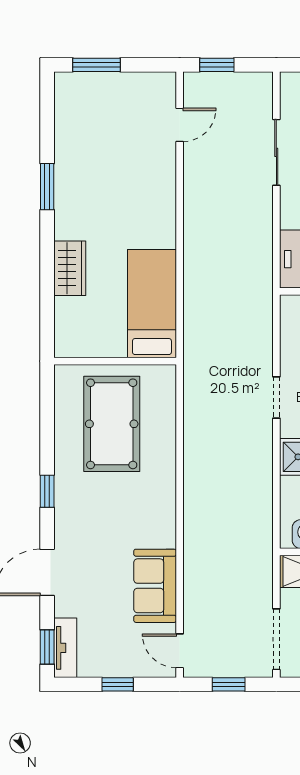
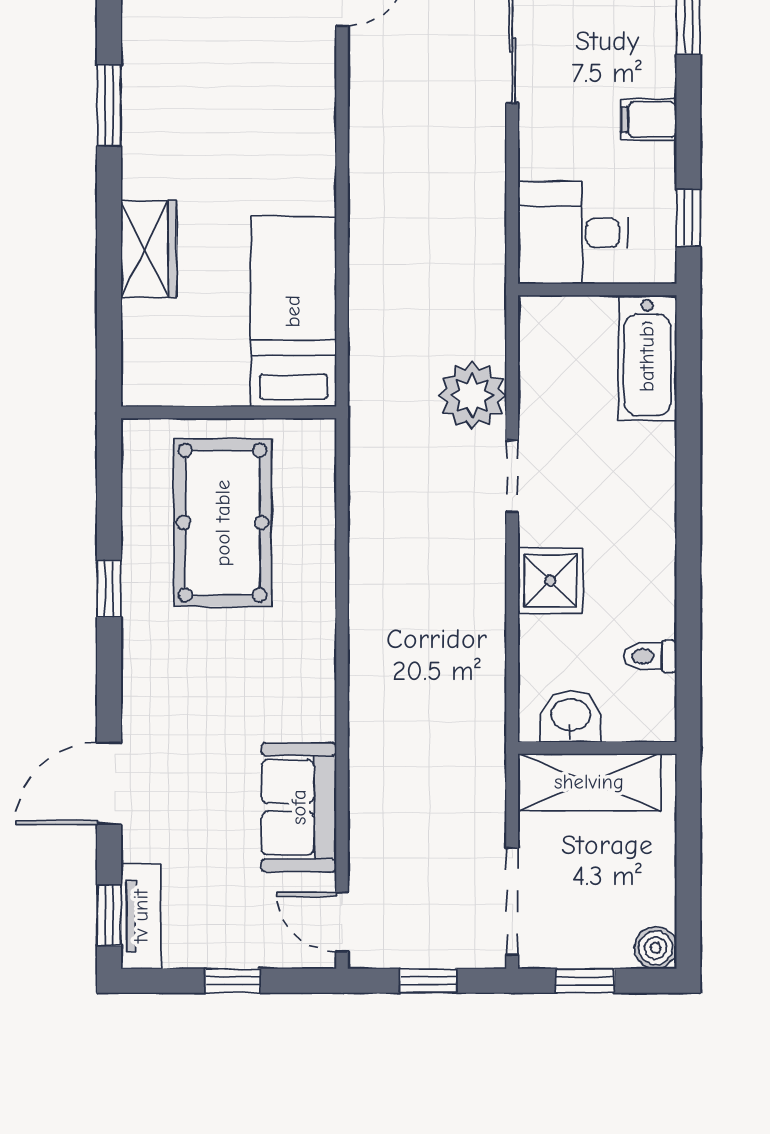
plant: (254, 352) -> (472, 395), added
window: (47, 491) -> (109, 589), moved

